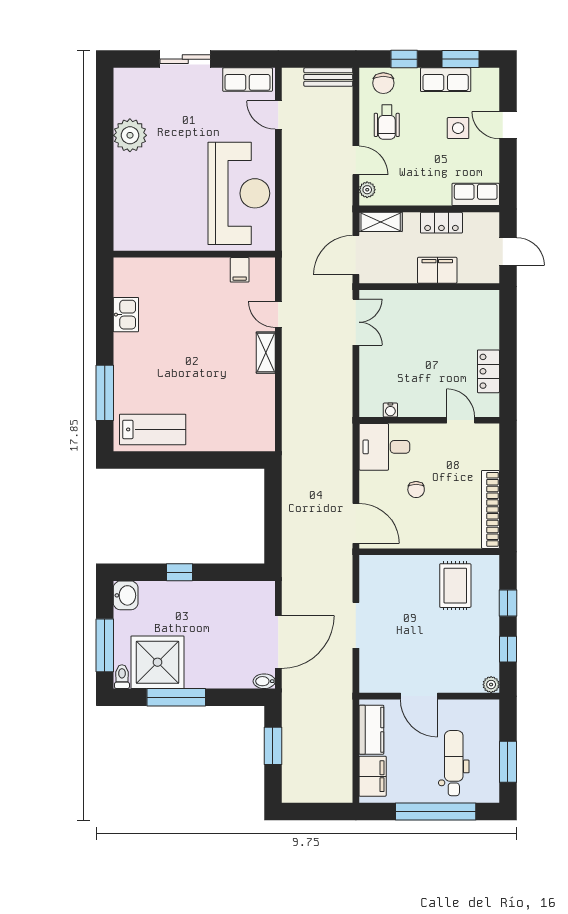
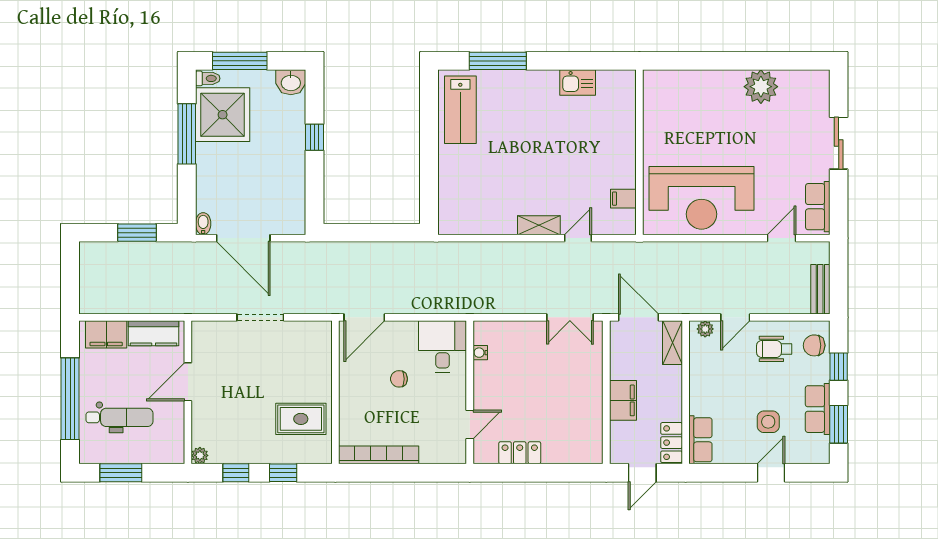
locker: (441, 223) -> (672, 443), moved

